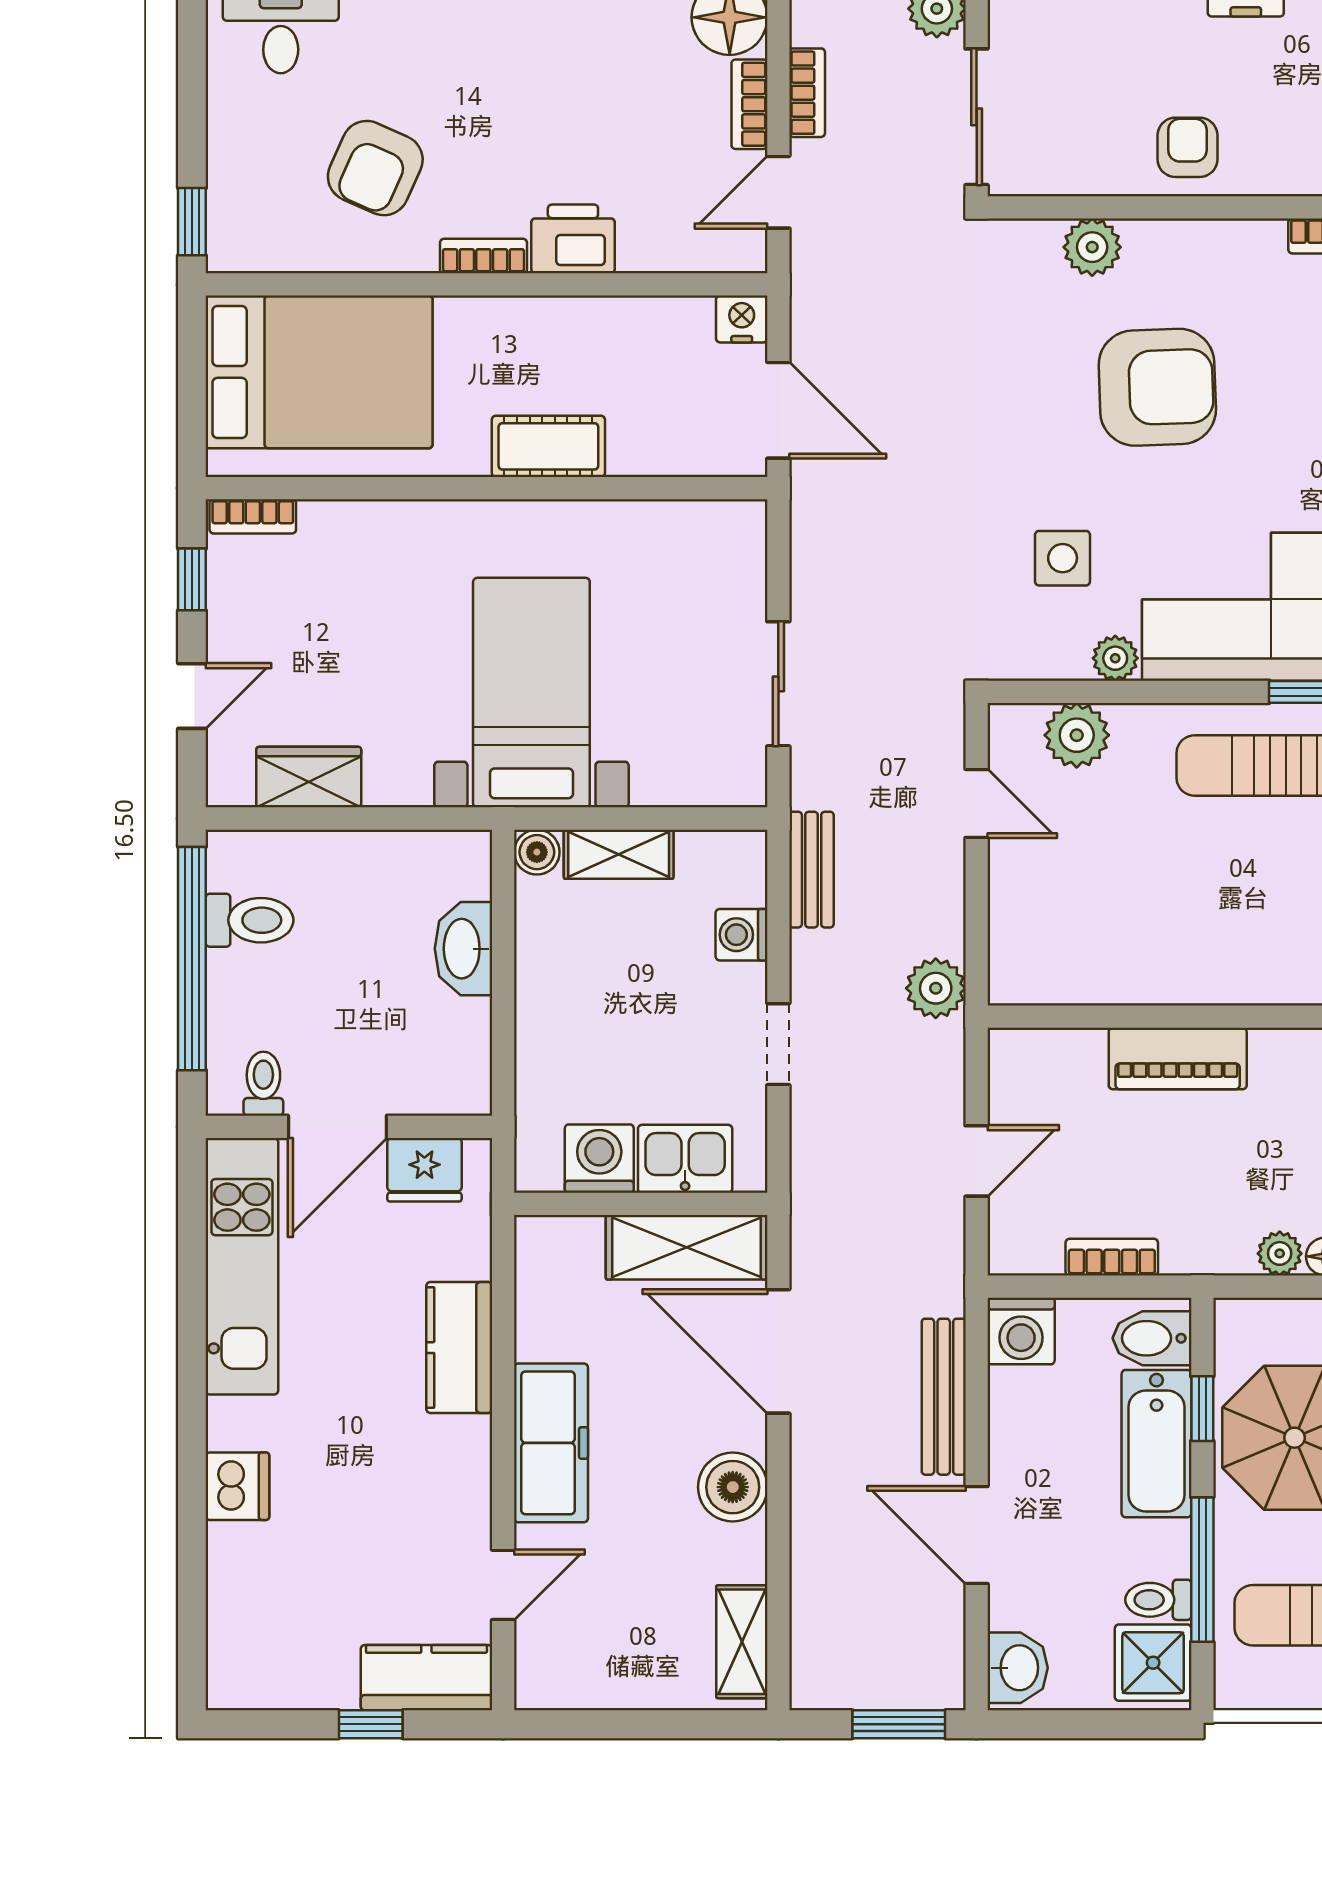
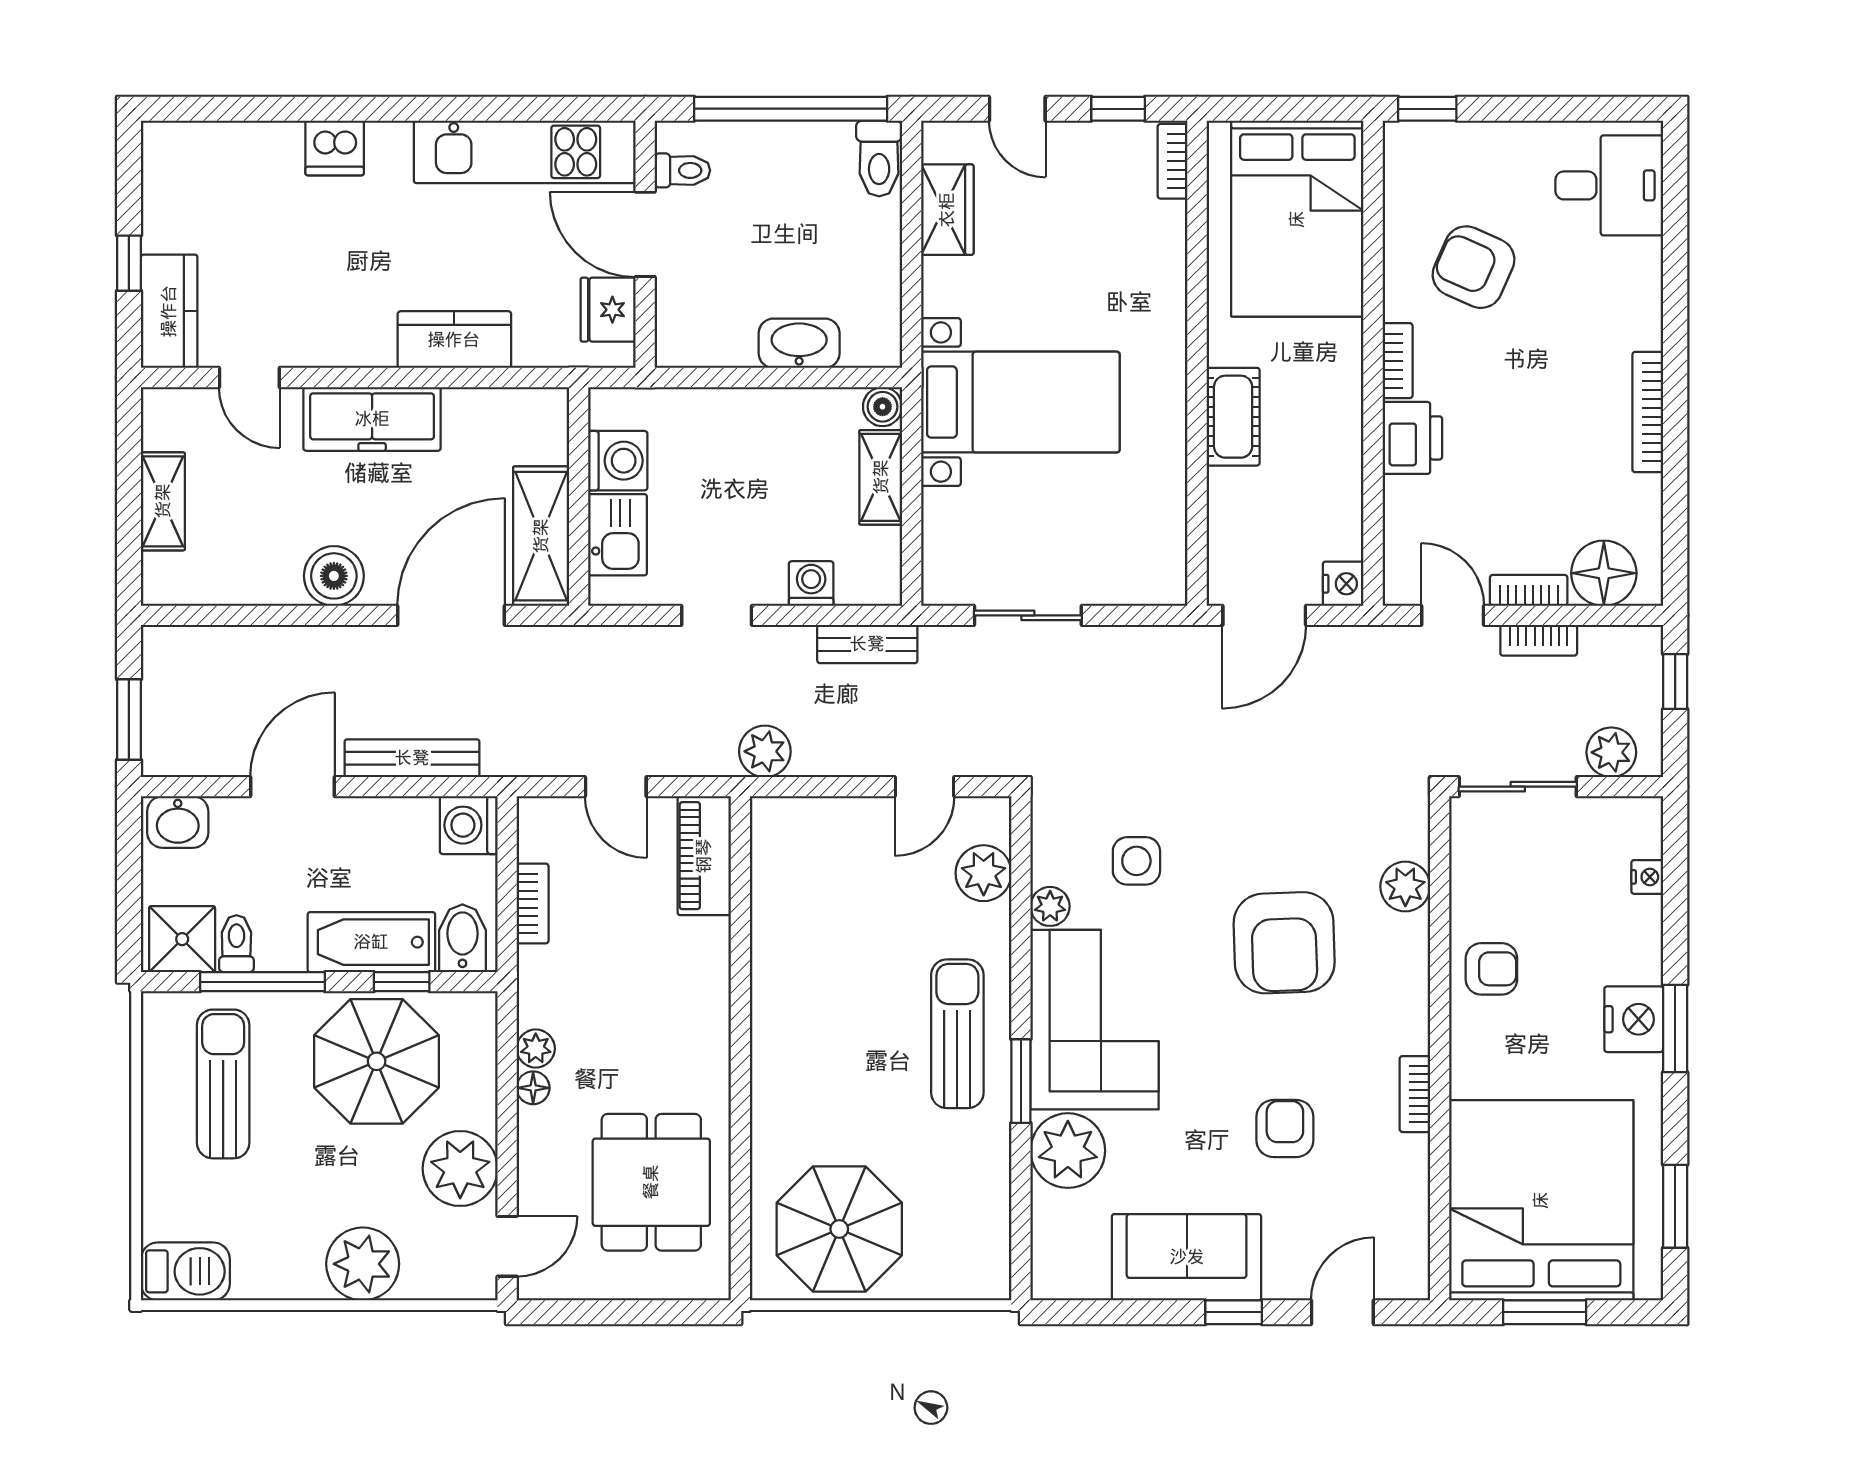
toilet: (250, 920) -> (879, 158), moved
piano: (1178, 1059) -> (704, 856), moved
shelving: (742, 1642) -> (163, 501), moved, turned 90

